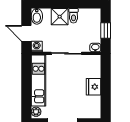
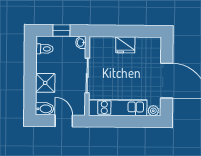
toilet: (73, 16) -> (44, 49), moved
door: (26, 33) -> (64, 121), swing flipped
washing machine: (37, 47) -> (79, 109), removed

